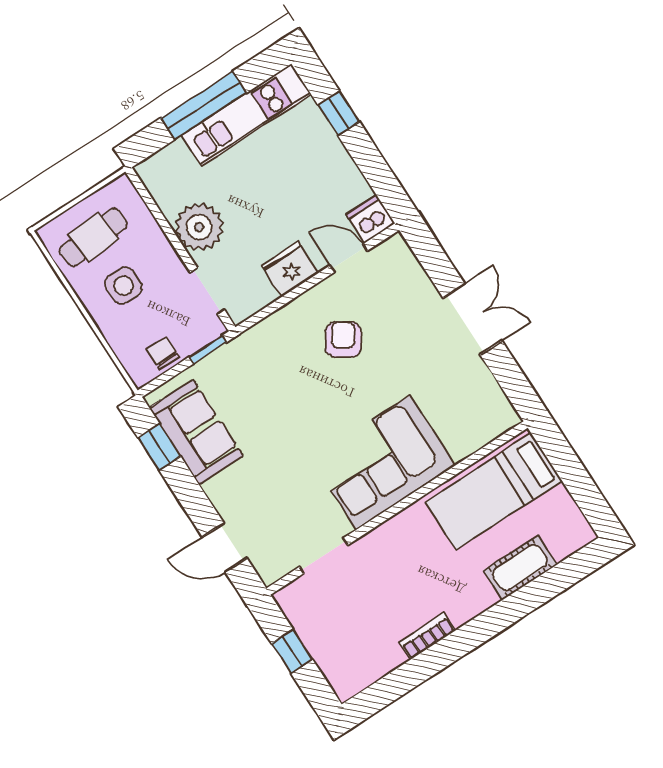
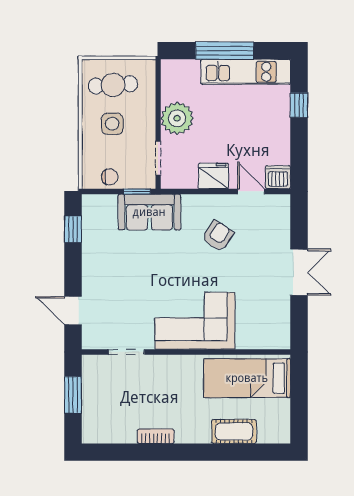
chair: (163, 353) -> (110, 177), turned 90
sofa: (196, 432) -> (149, 212), moved, turned 90
window: (292, 651) -> (73, 395), width x1.50

